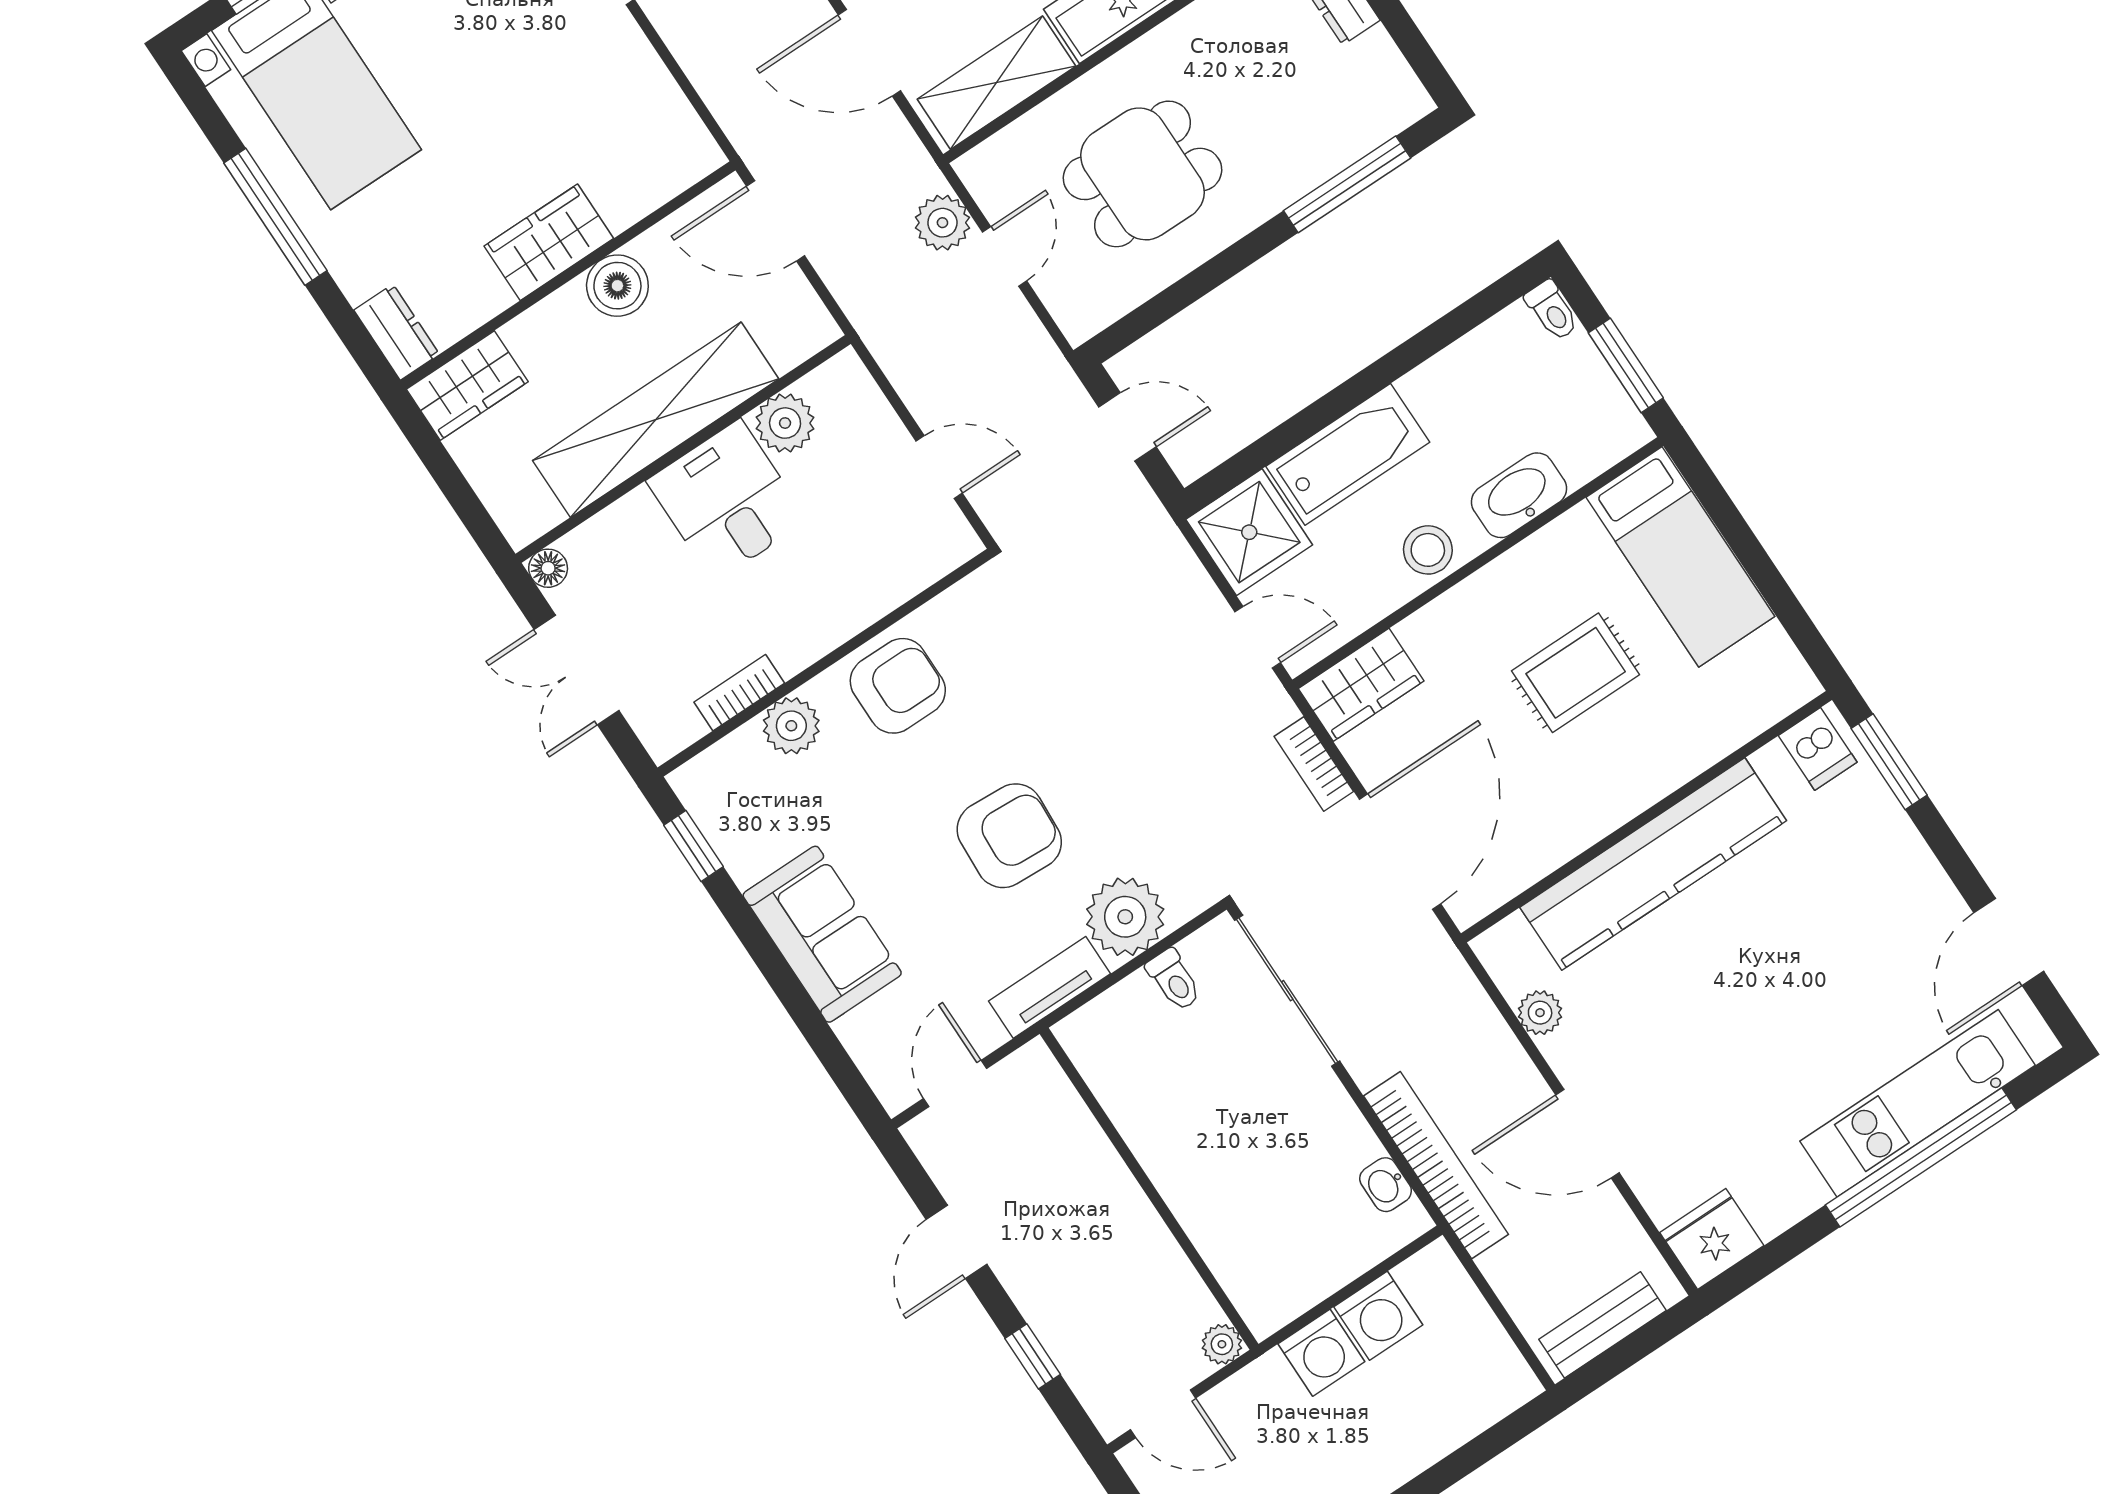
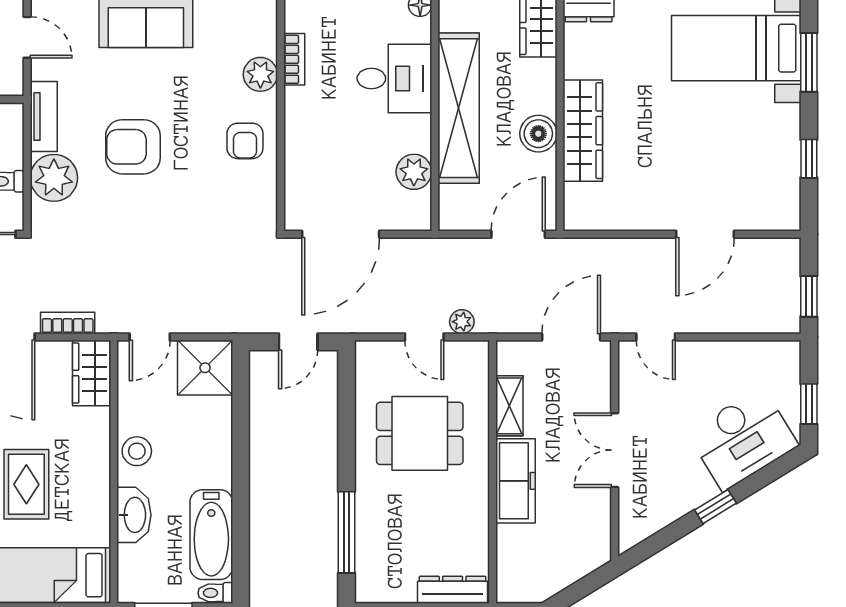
shelving: (996, 83) -> (509, 406), width x0.67, depth x0.75
dining table: (1142, 174) -> (420, 433), turned 90
plant: (942, 223) -> (462, 322), width x0.73, depth x0.73
wardrobe: (549, 242) -> (583, 131), width x1.50
bathtub: (1348, 454) -> (211, 535), moved
door: (939, 467) -> (341, 234), width x1.88
desk: (727, 501) -> (394, 78), moved
armchair: (898, 686) -> (245, 141), width x0.72, depth x0.72
armchair: (1009, 836) -> (133, 147), turned 87

